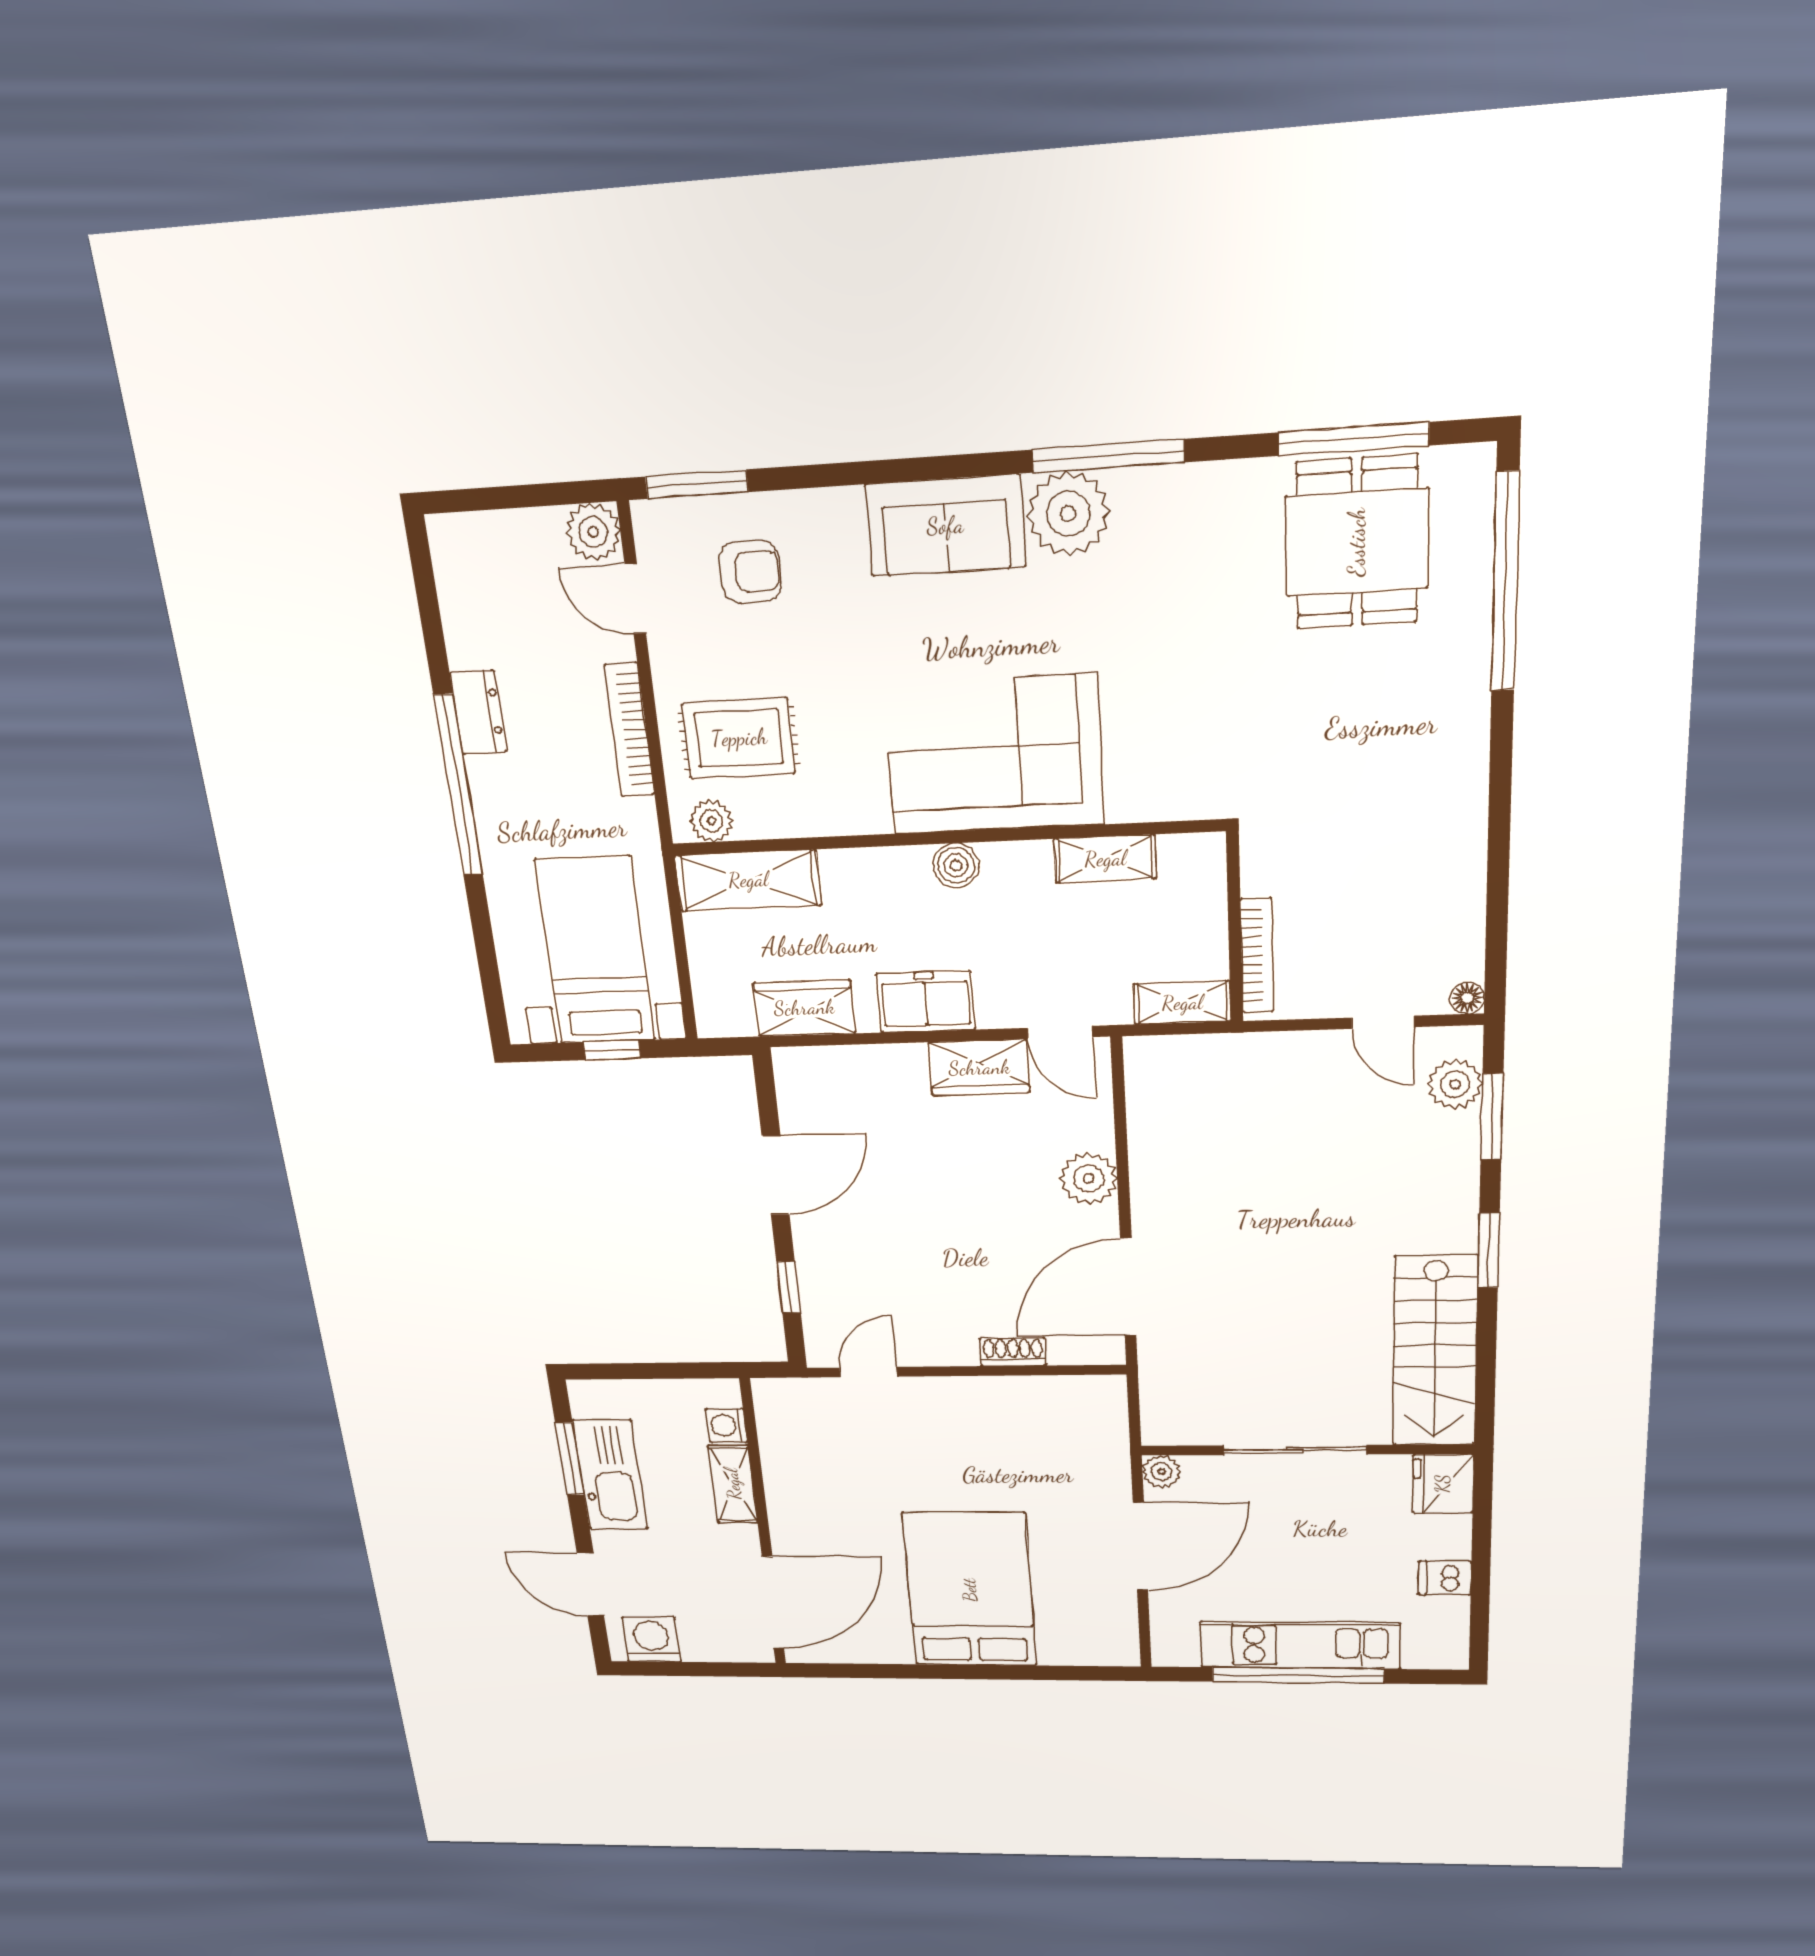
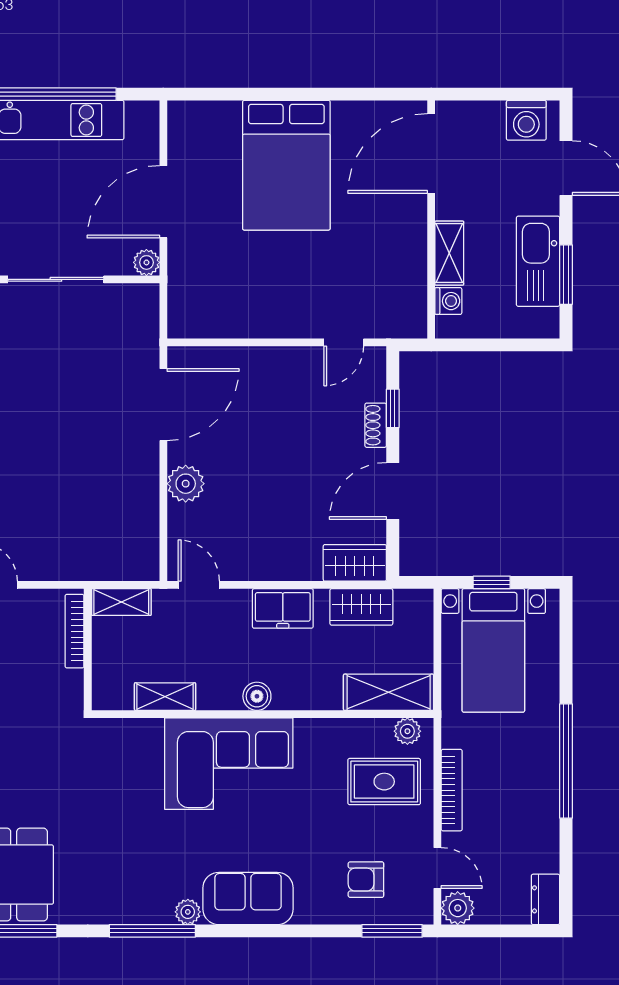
plant: (1068, 514) -> (188, 912), width x0.53, depth x0.53
dresser: (478, 712) -> (546, 899), moved
wardrobe: (979, 1068) -> (355, 563), moved
shoe rack: (1013, 1352) -> (376, 425), moved, turned 90

